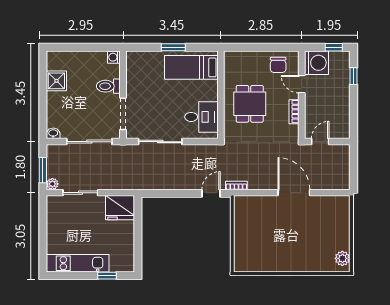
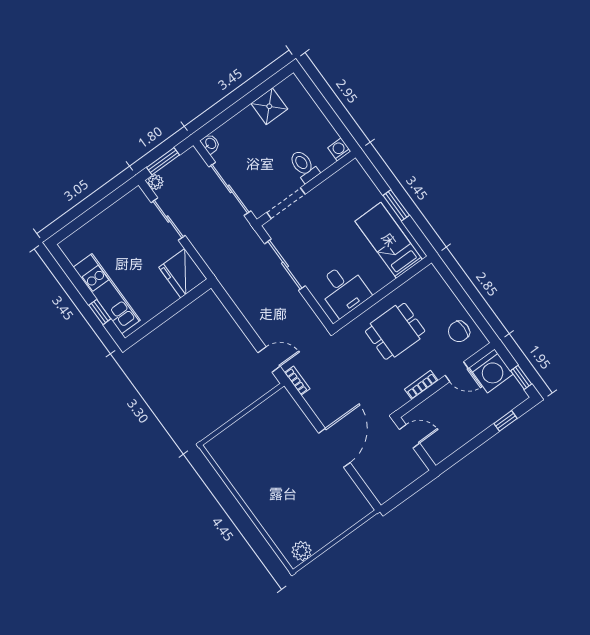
door: (302, 84) -> (457, 372), swing flipped
kitchen unit: (78, 263) -> (107, 294), moved

